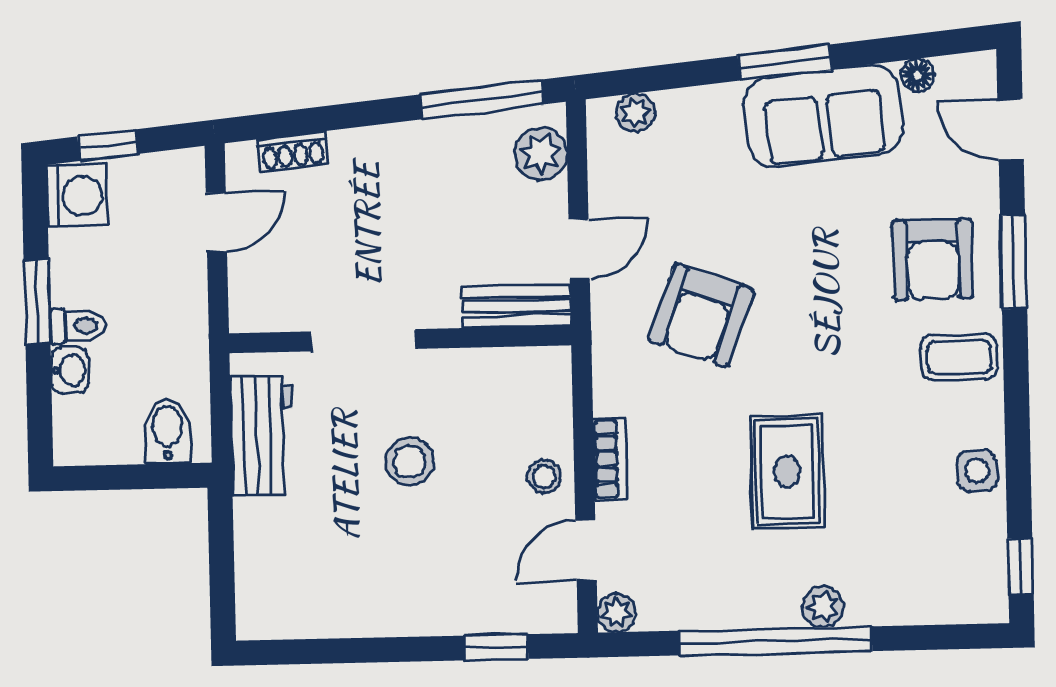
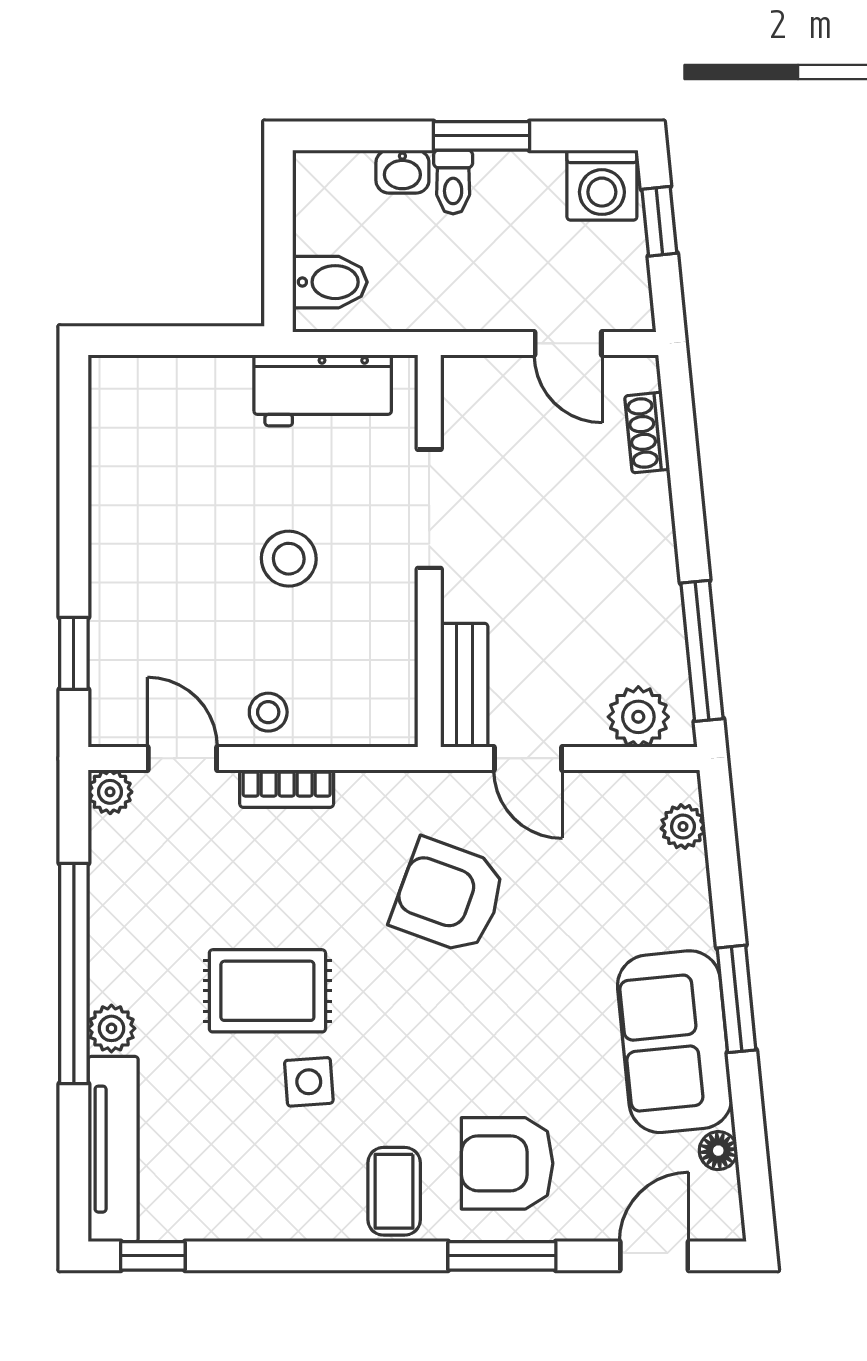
side table: (977, 471) -> (309, 1082), moved
tv unit: (928, 603) -> (113, 1149), added

